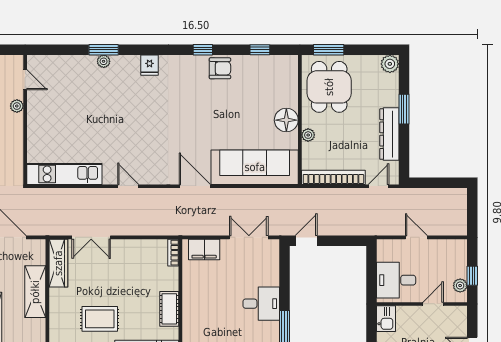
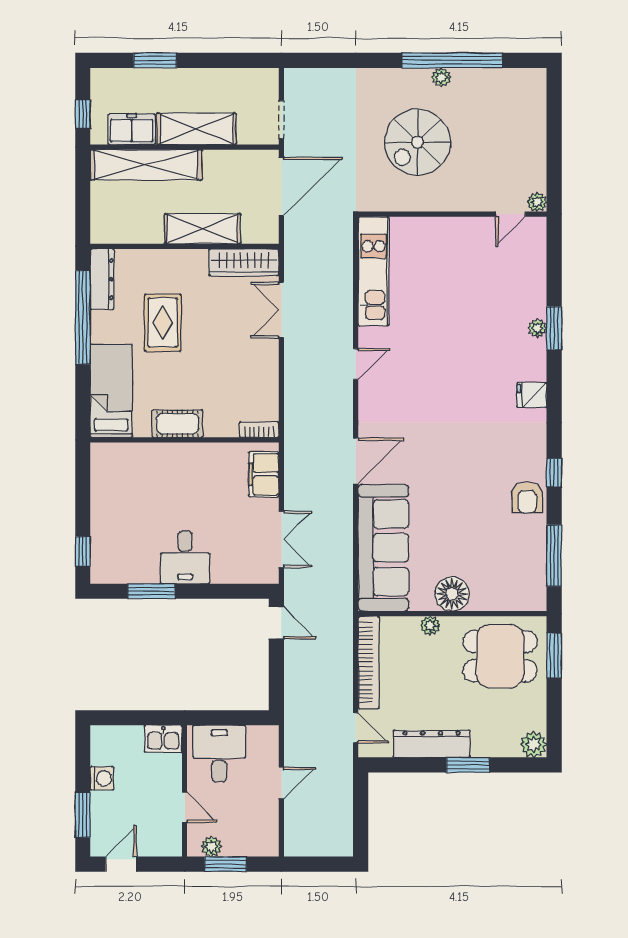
window: (260, 50) -> (554, 556), width x2.17
plant: (17, 106) -> (537, 202), moved
window: (472, 276) -> (225, 864), width x1.50

